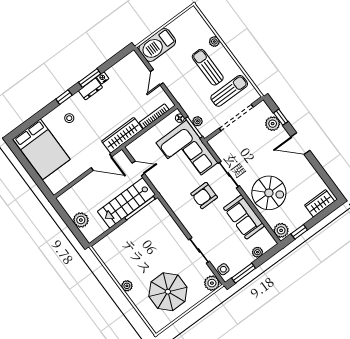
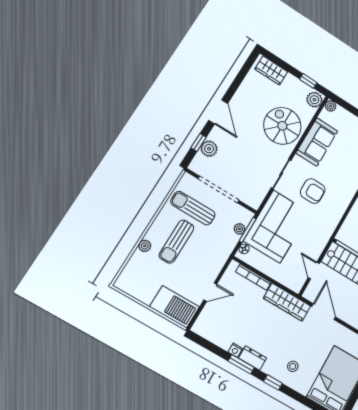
plant: (257, 252) -> (331, 106), moved

